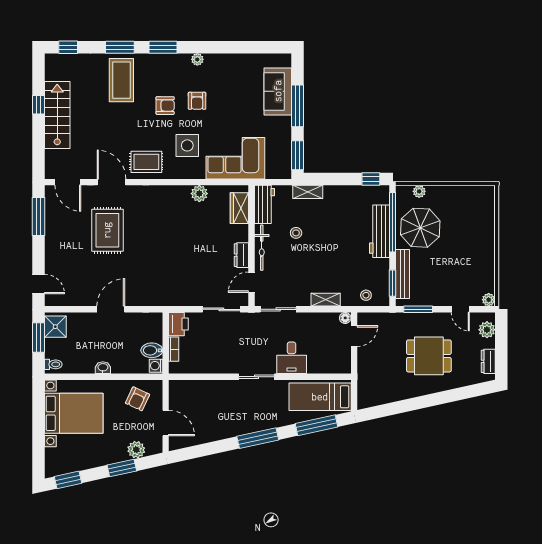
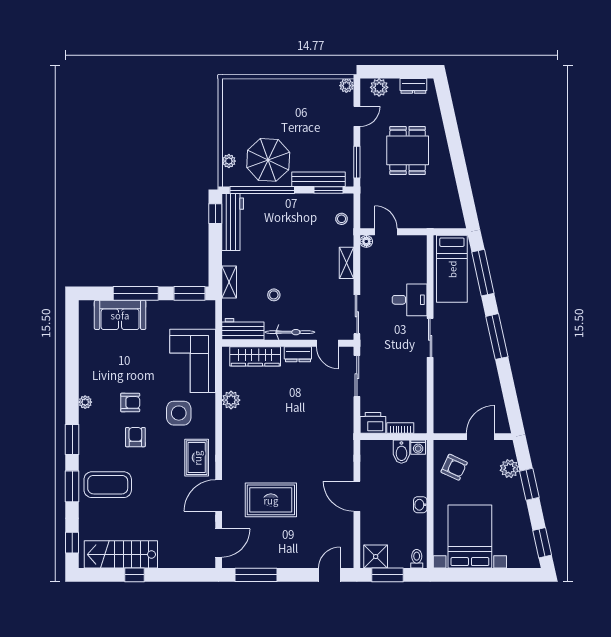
stairs: (57, 115) -> (121, 554), moved
wardrobe: (239, 208) -> (255, 356), width x1.50
workbench: (380, 231) -> (233, 222), moved, turned -90

